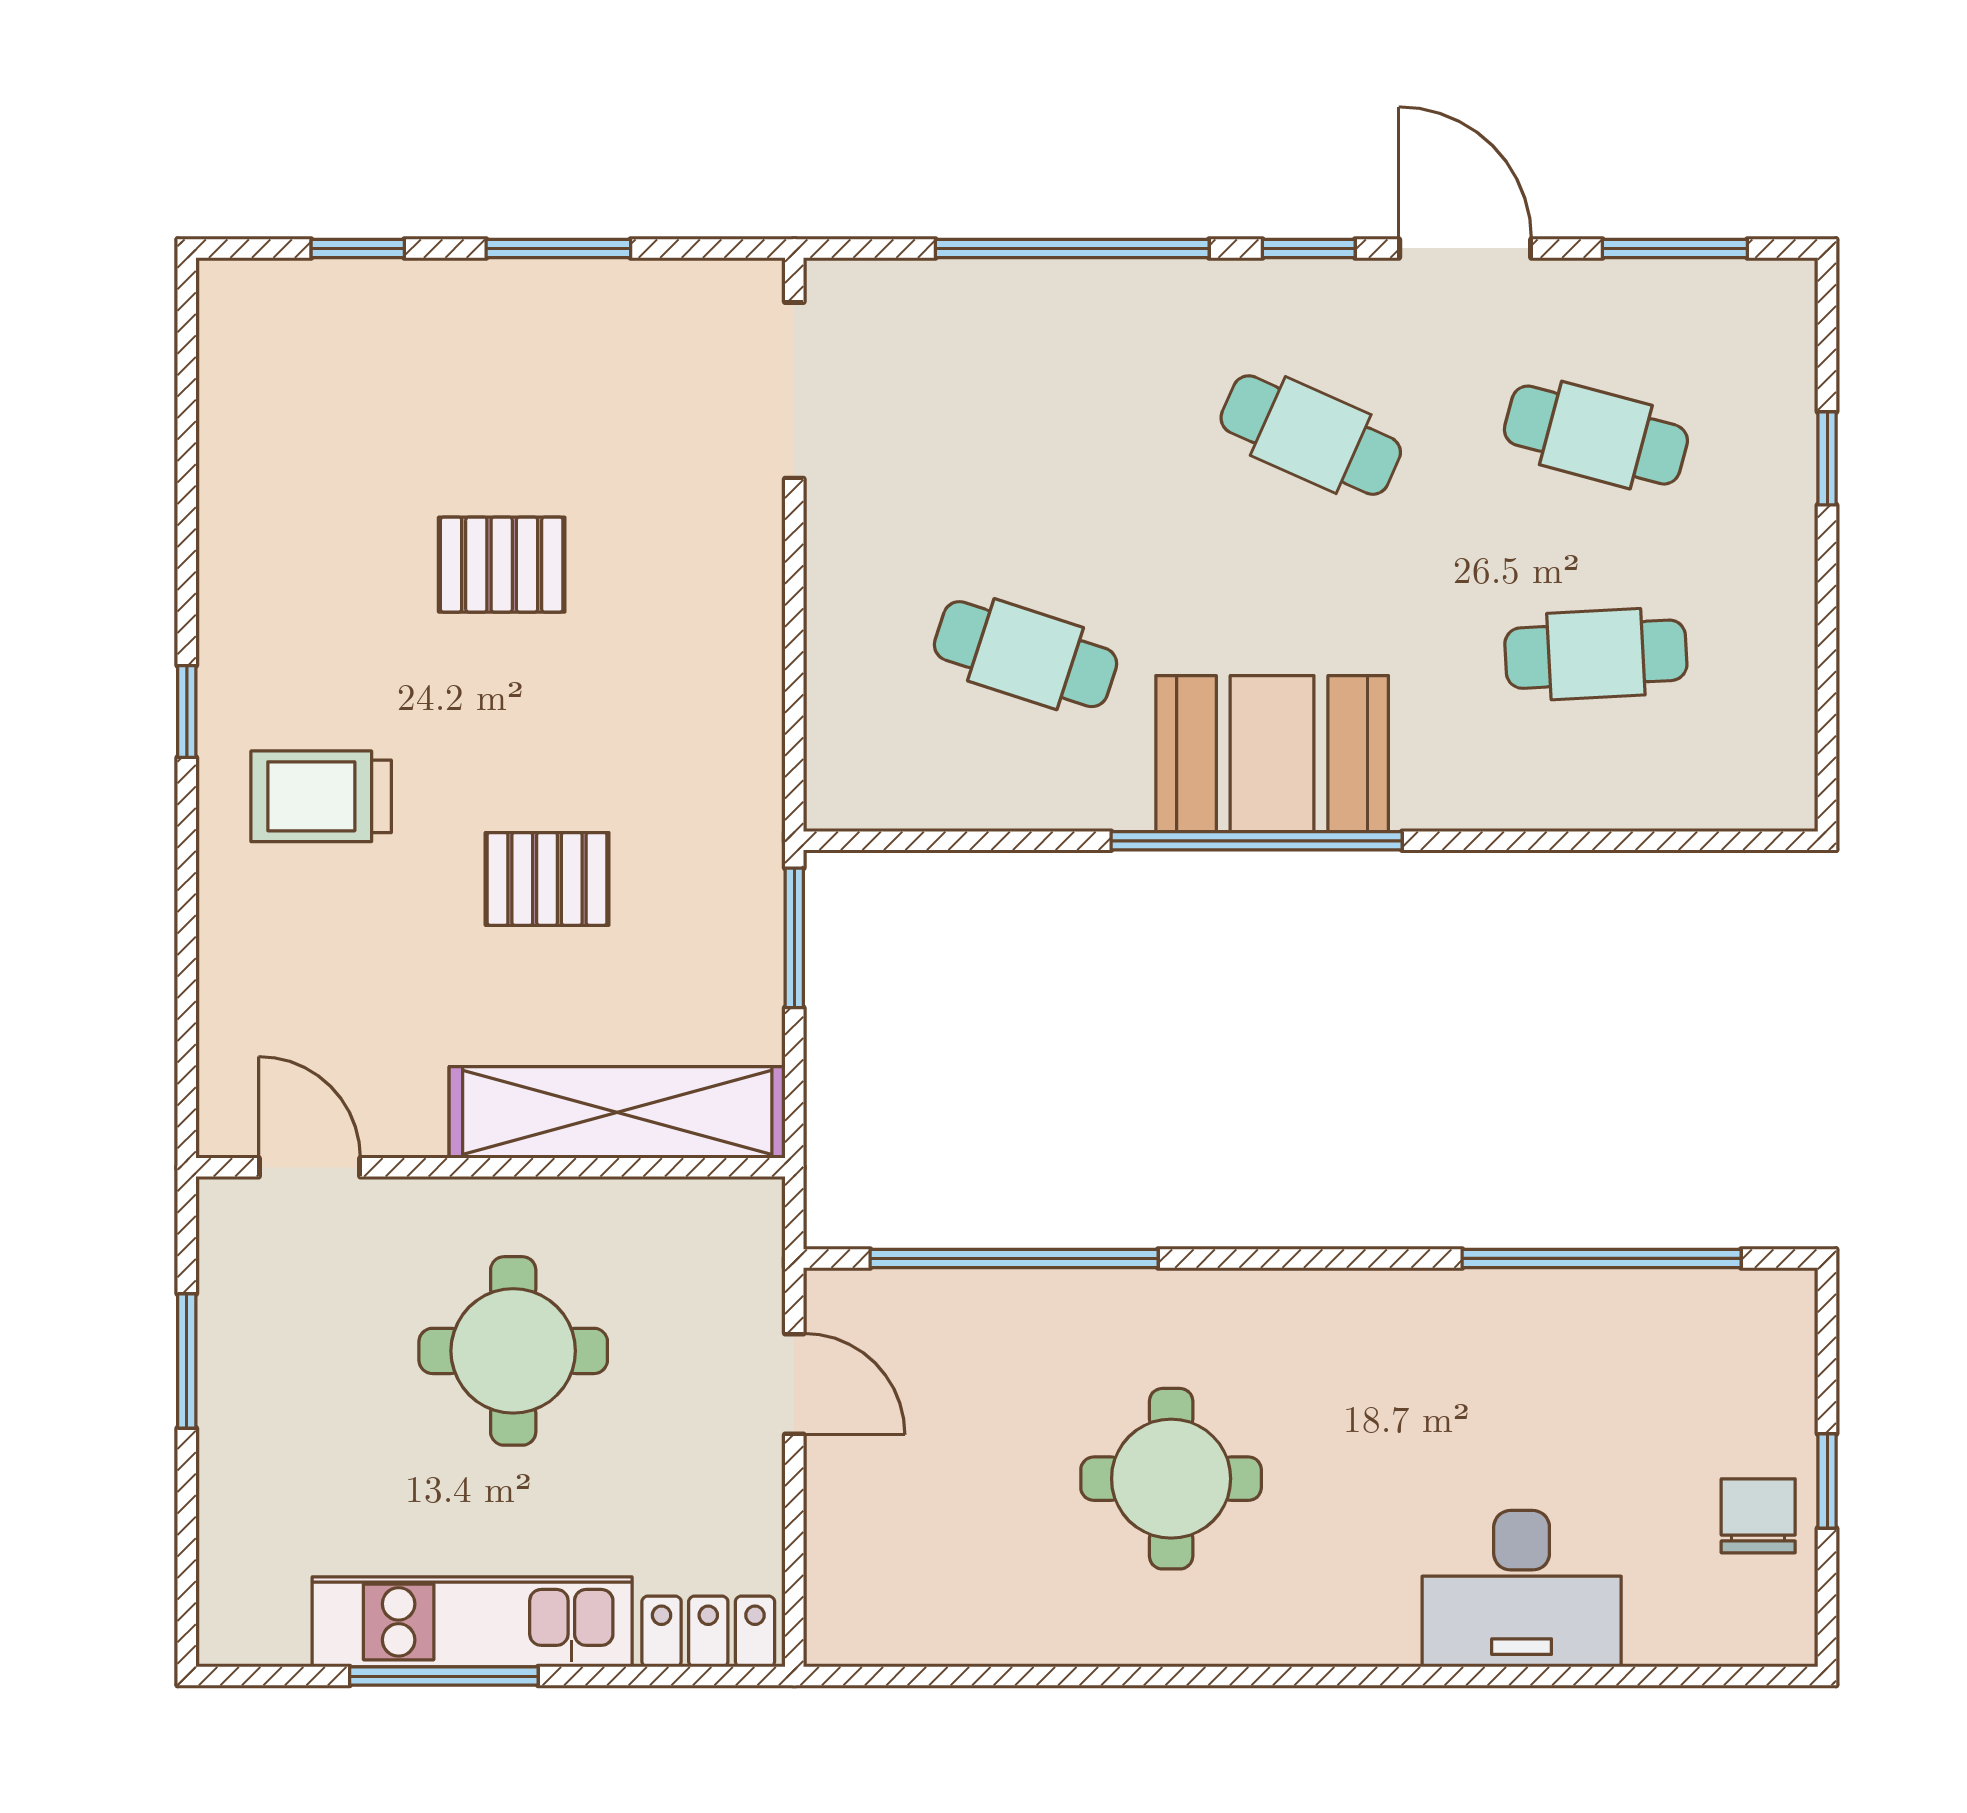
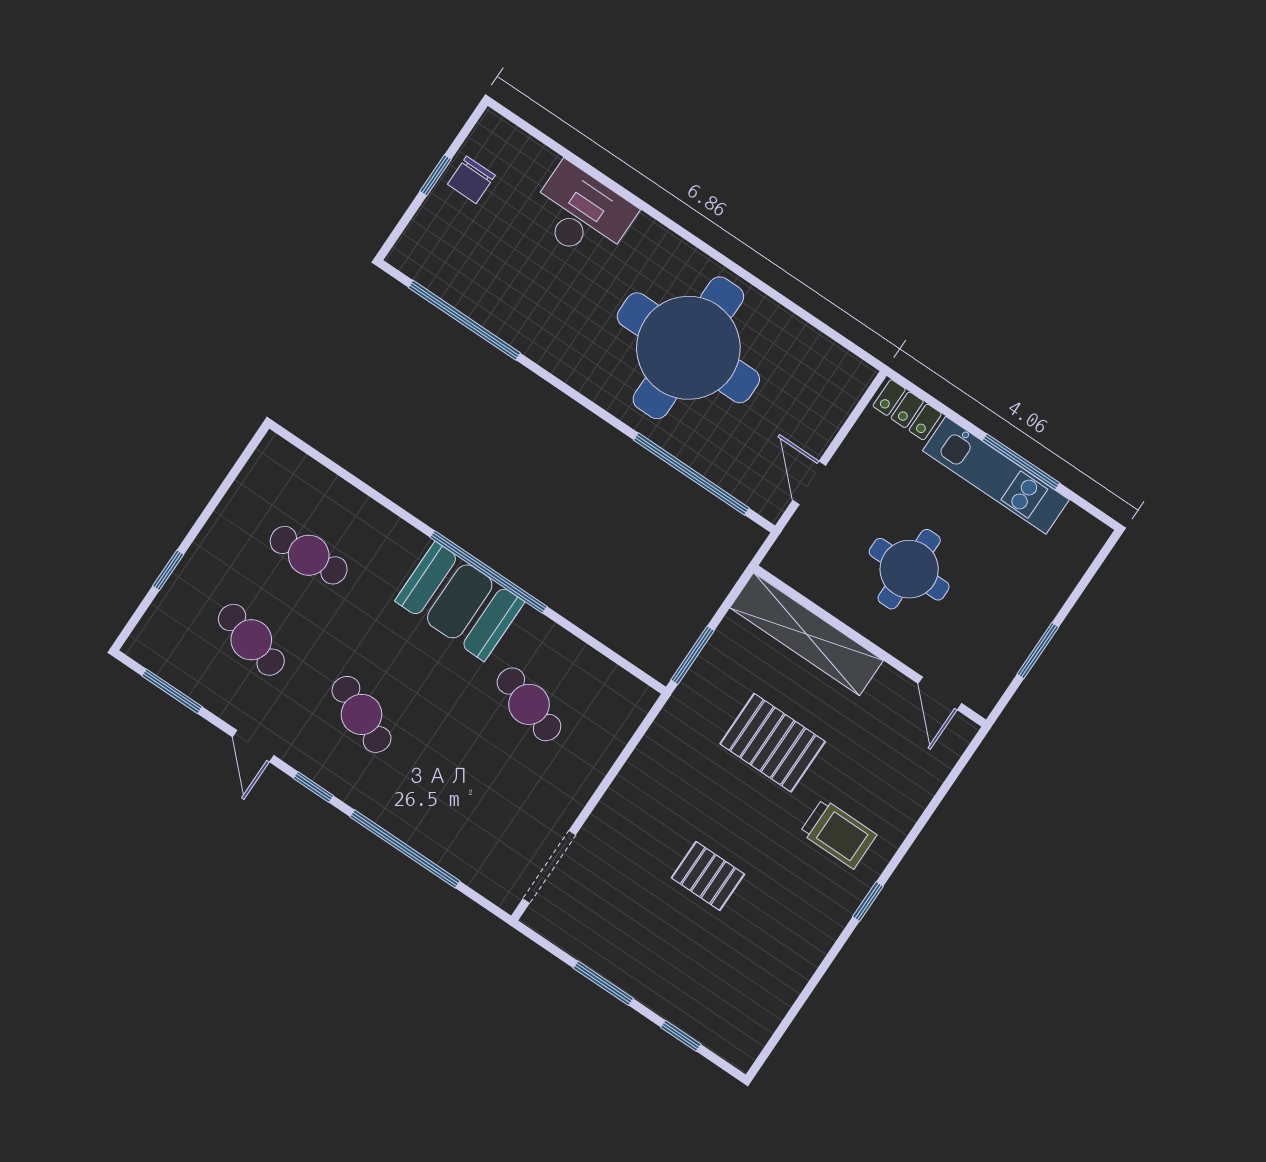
door: (1465, 248) -> (253, 746), width x0.73
pallet: (547, 879) -> (773, 743), width x1.50, depth x1.42
round table: (1171, 1479) -> (688, 348), width x1.86, depth x1.86

